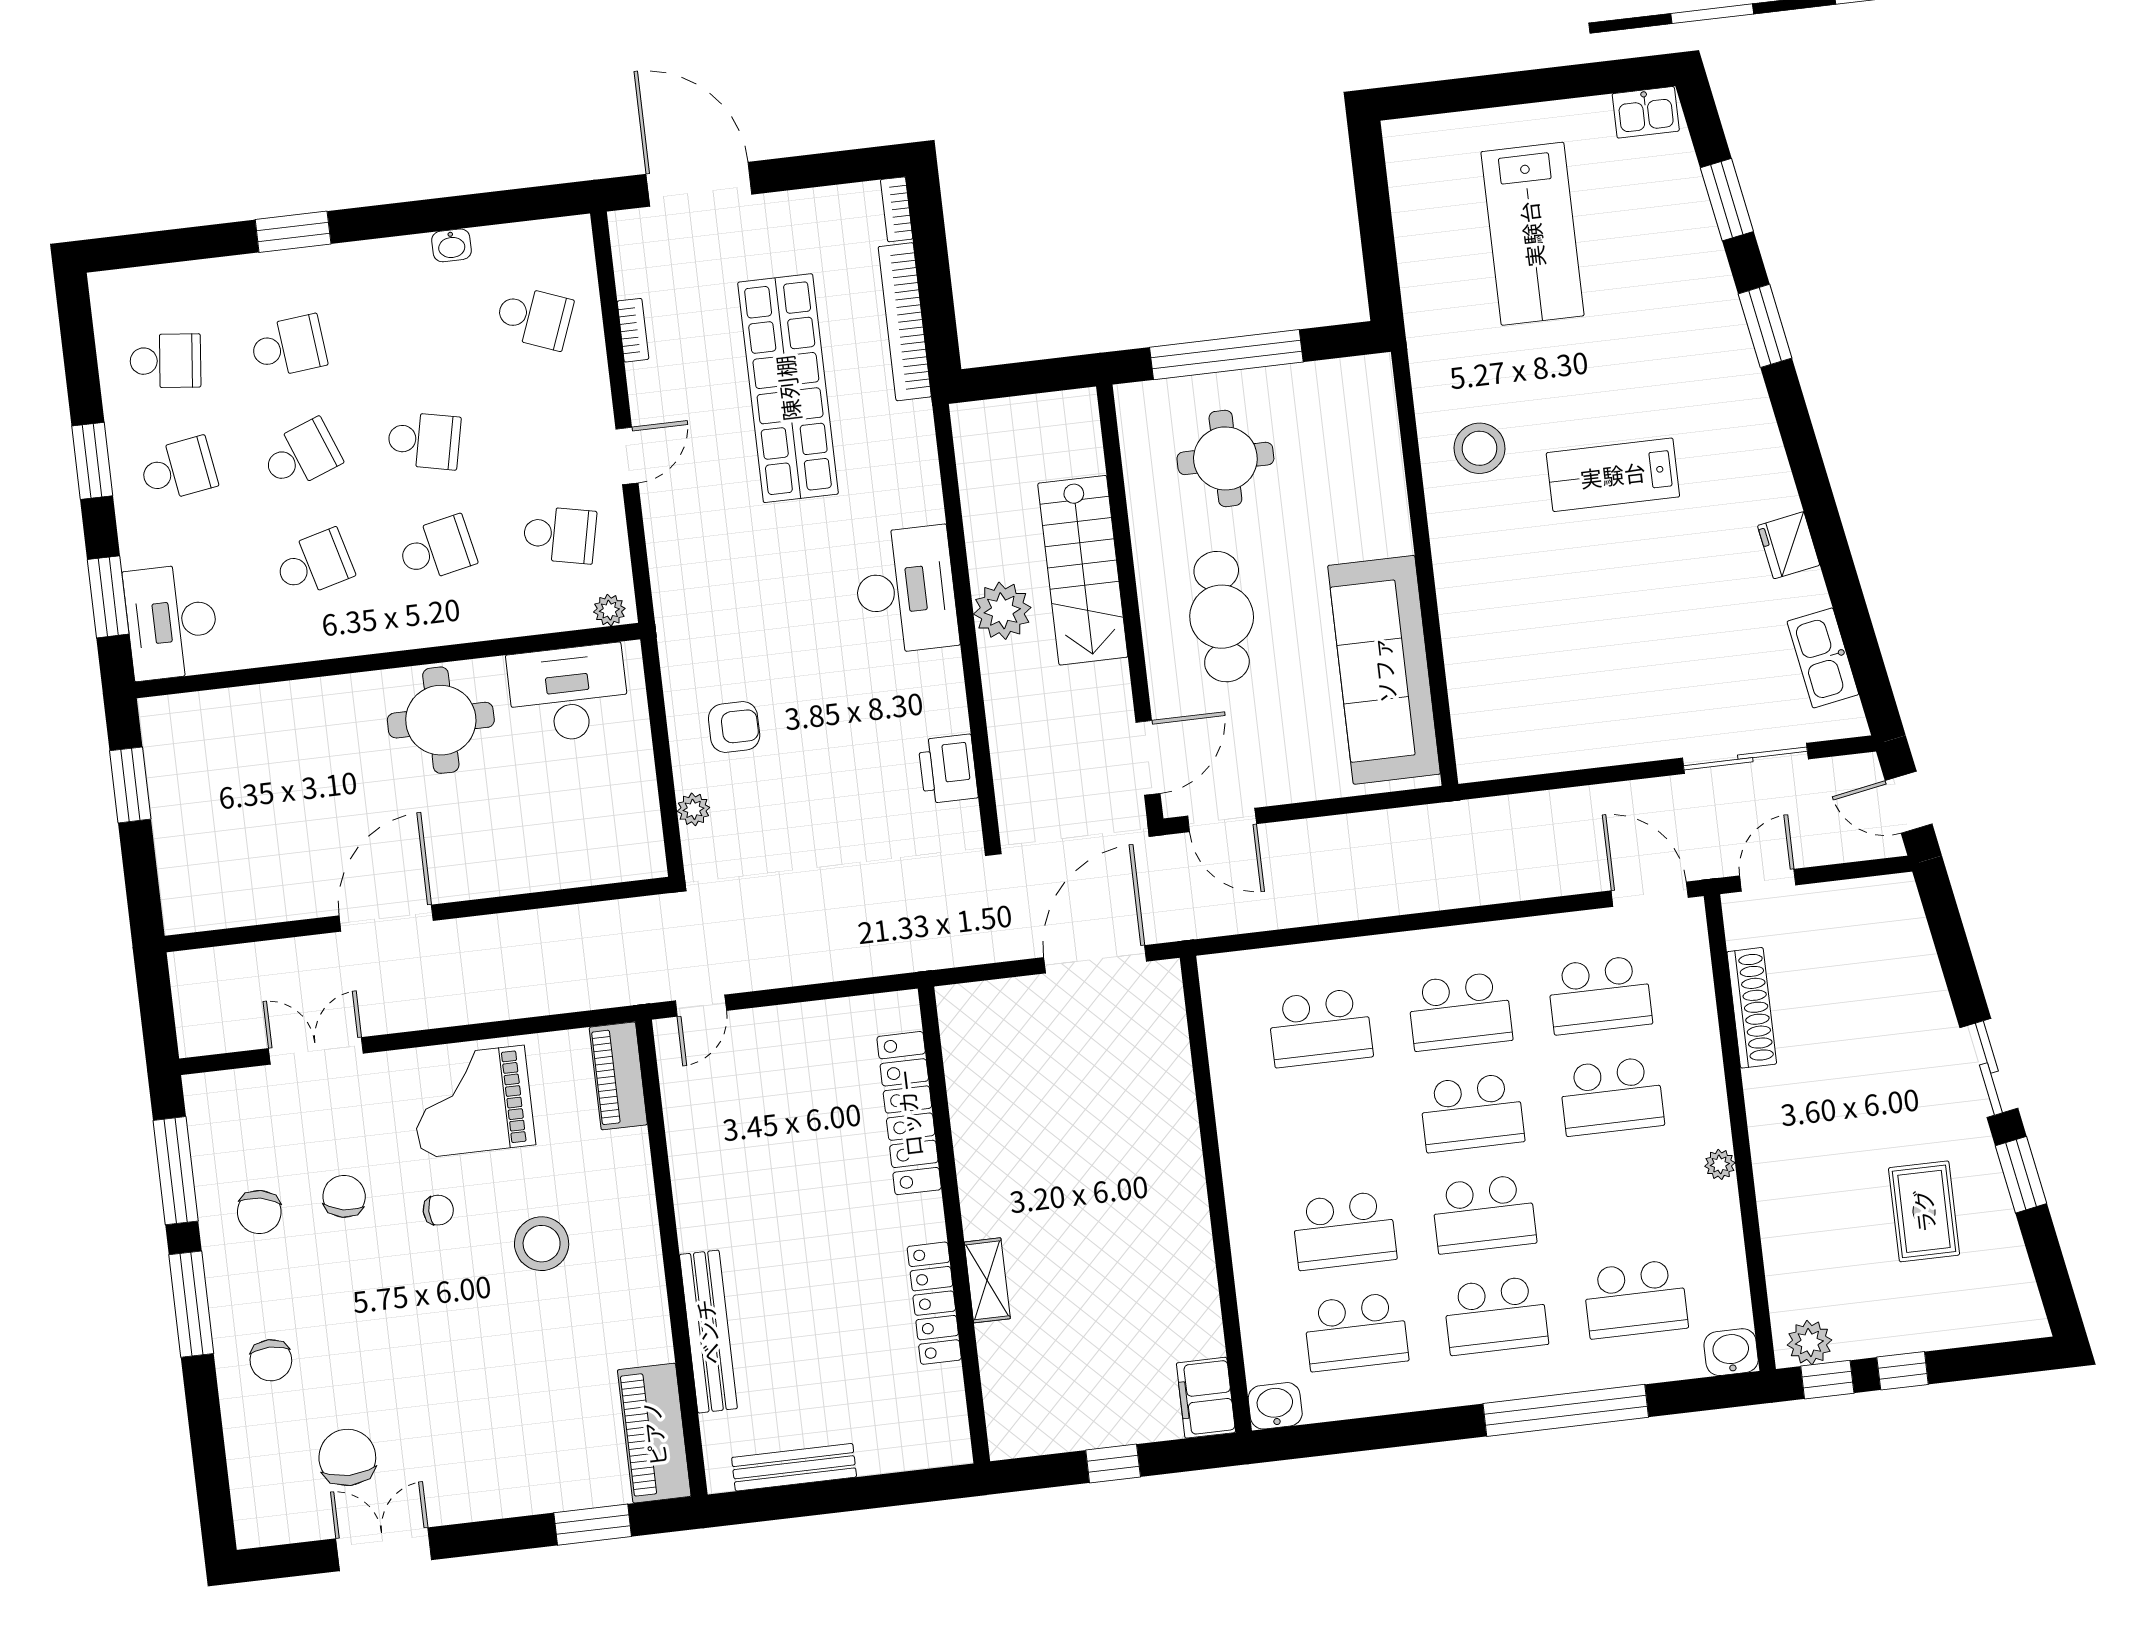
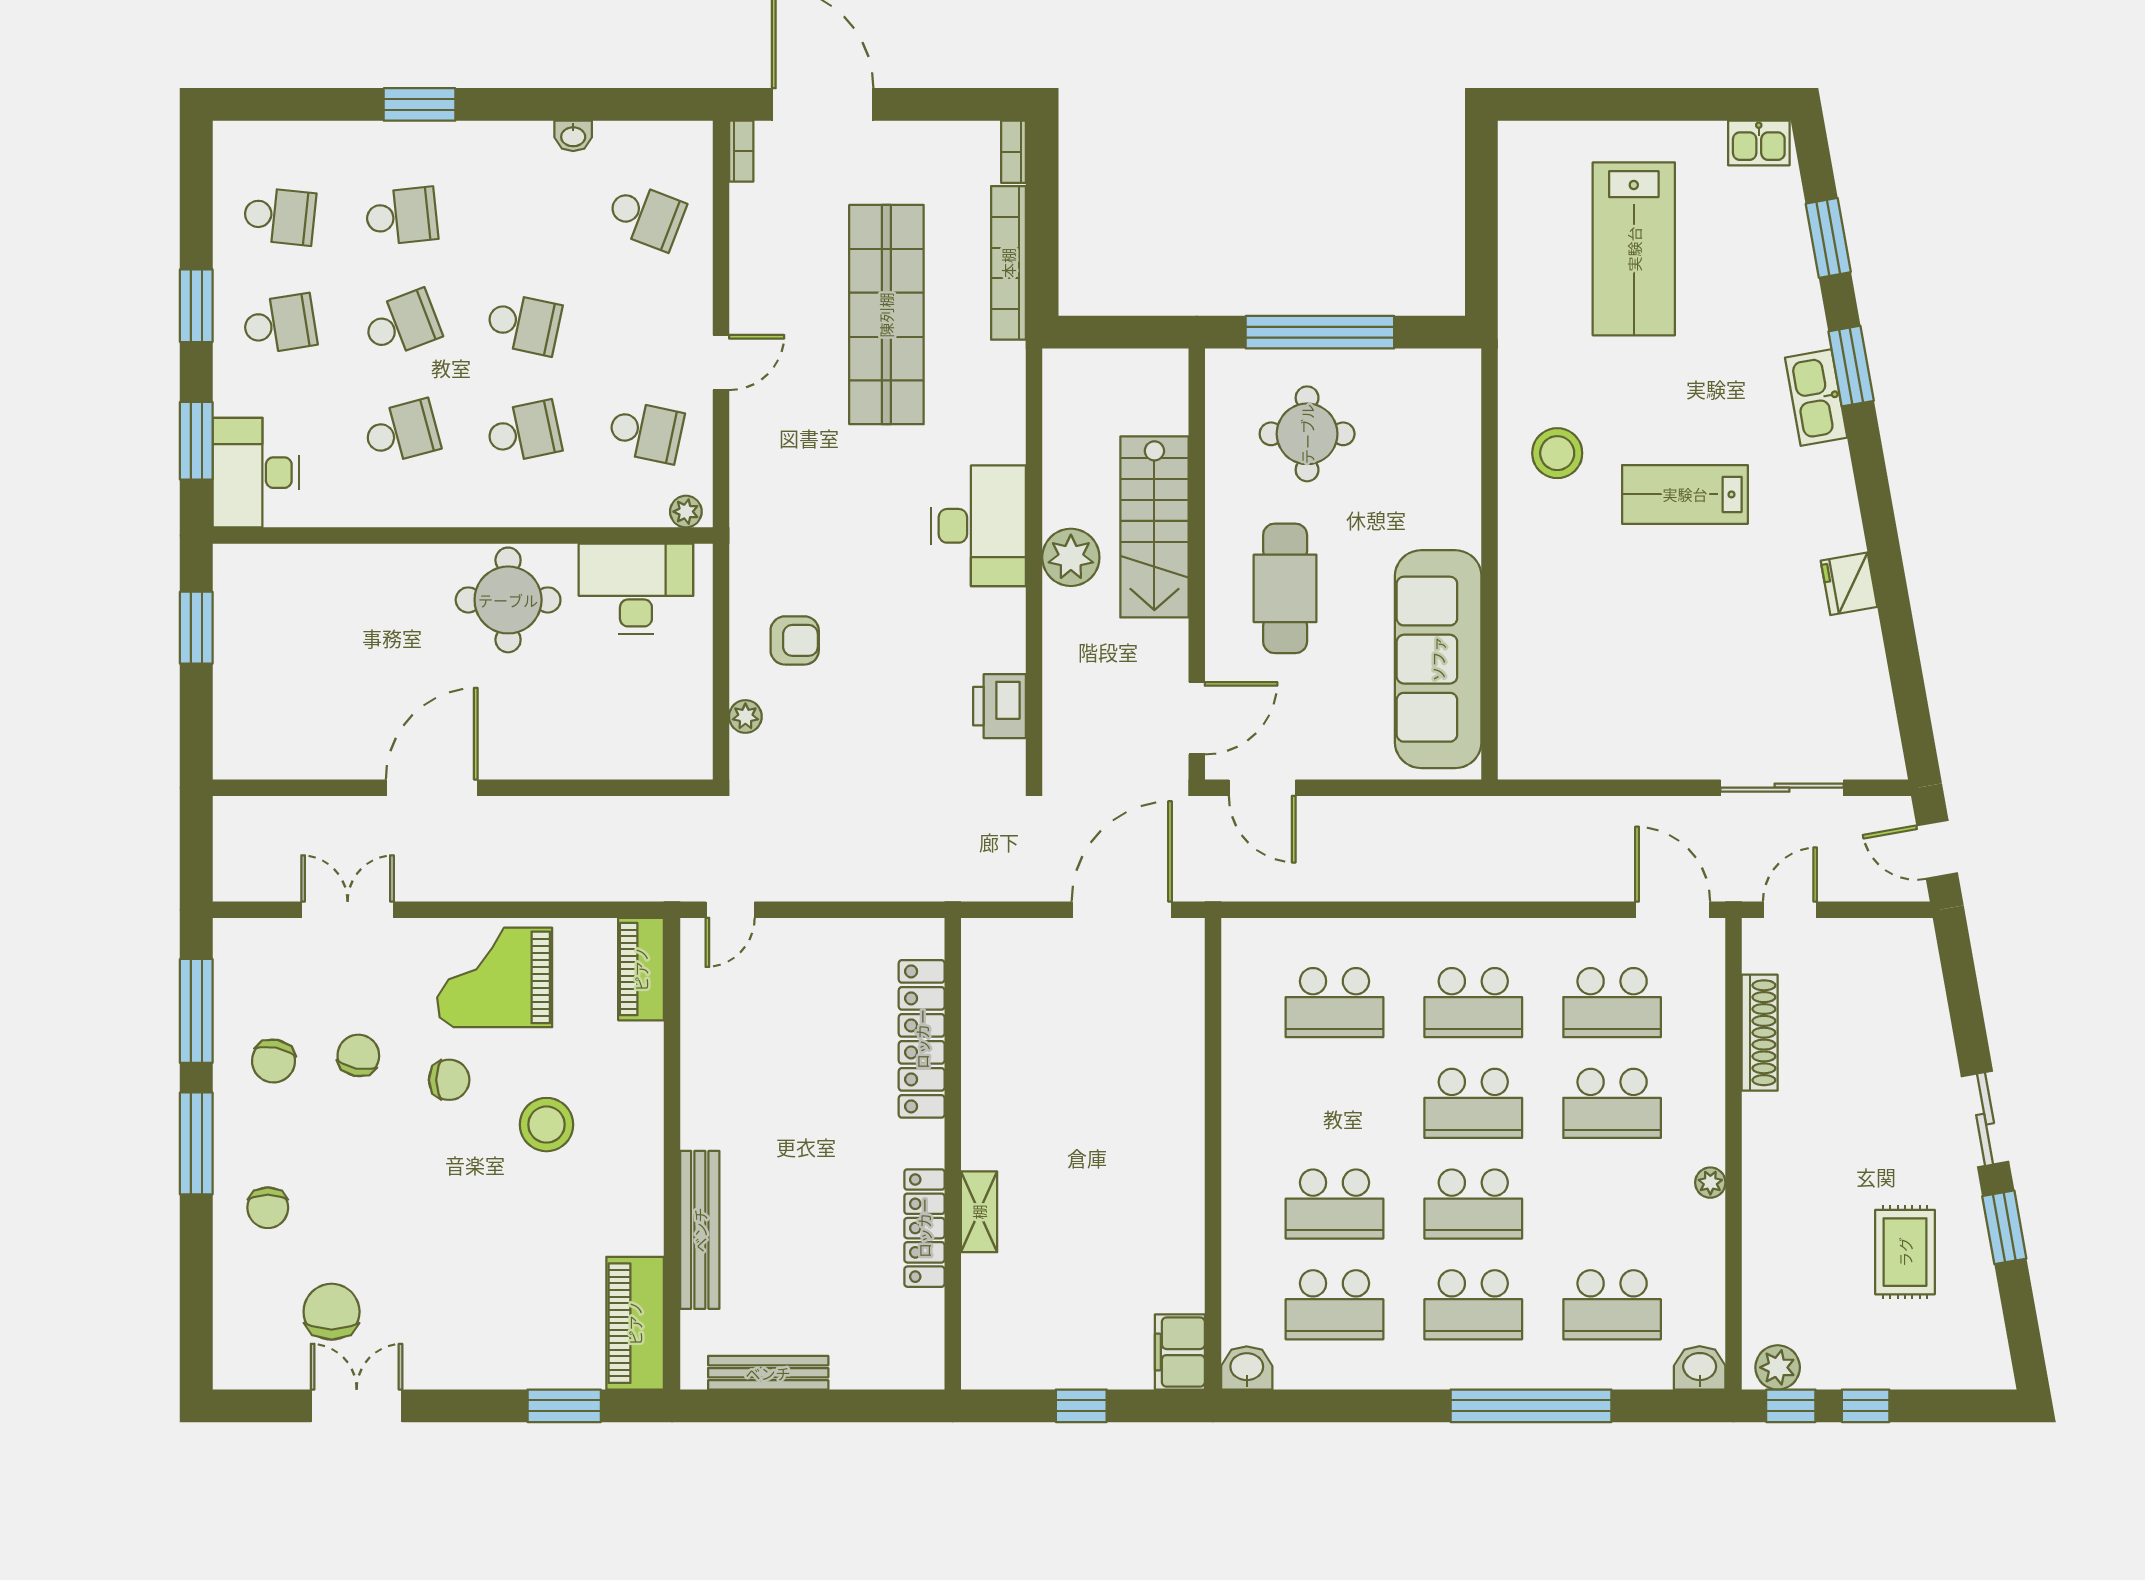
bookcase: (633, 330) -> (741, 151), moved
kitchen sink: (1823, 658) -> (1816, 398), moved
chair: (438, 1210) -> (449, 1080), width x1.37, depth x1.37

